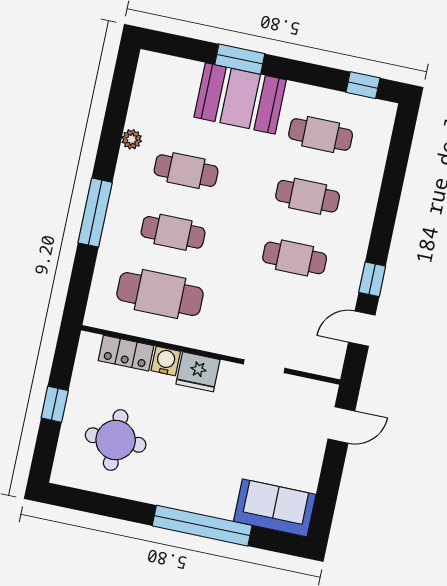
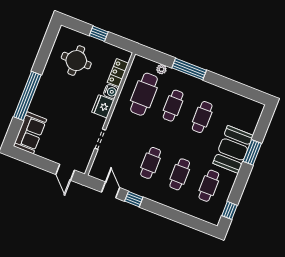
plant: (132, 139) -> (161, 69), moved

